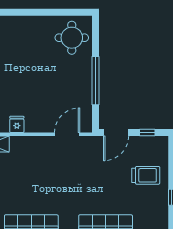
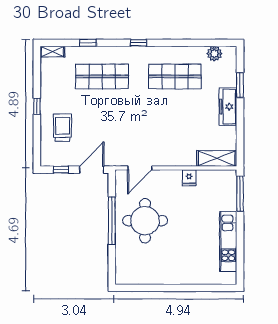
round table: (72, 38) -> (145, 221), moved, width x1.36, depth x1.36
trolley: (146, 175) -> (63, 128), turned 90

